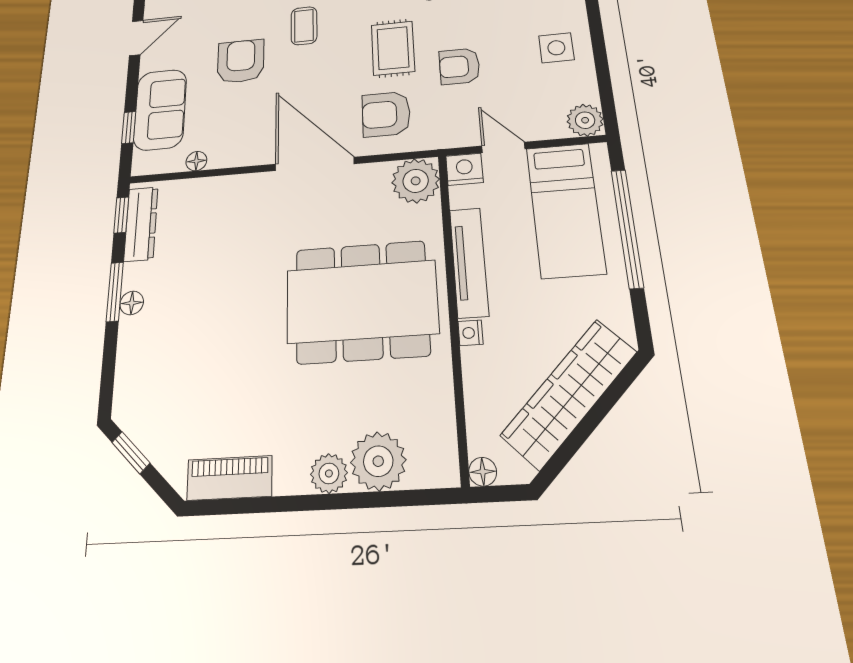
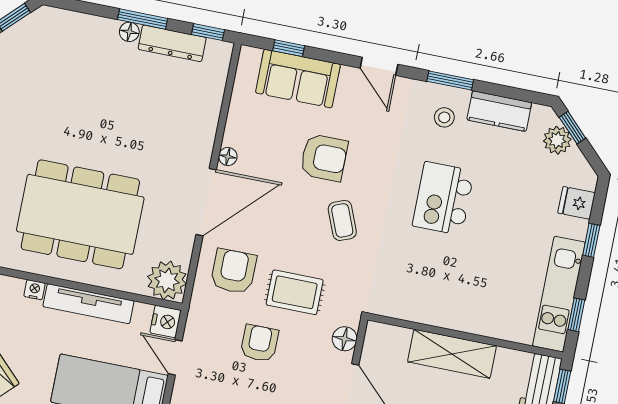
coffee table: (304, 26) -> (342, 220), turned 68
door: (503, 147) -> (175, 357), swing flipped
floor lamp: (196, 161) -> (228, 157), moved
dresser: (141, 224) -> (172, 43), moved
dining table: (362, 302) -> (80, 214), turned 90

